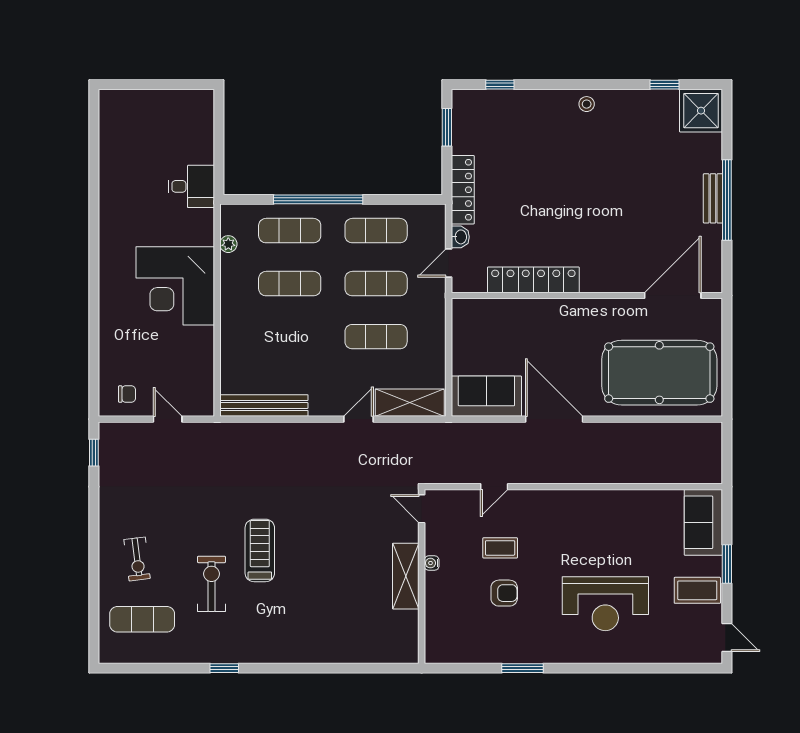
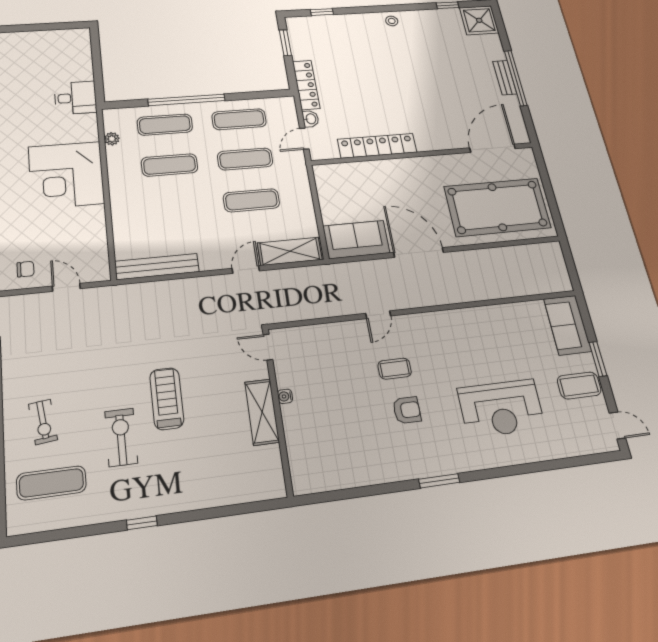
door: (422, 509) -> (268, 347), moved
water cooler: (432, 563) -> (285, 396), moved
shelving: (406, 576) -> (262, 412), moved
wall: (422, 576) -> (277, 410), moved

